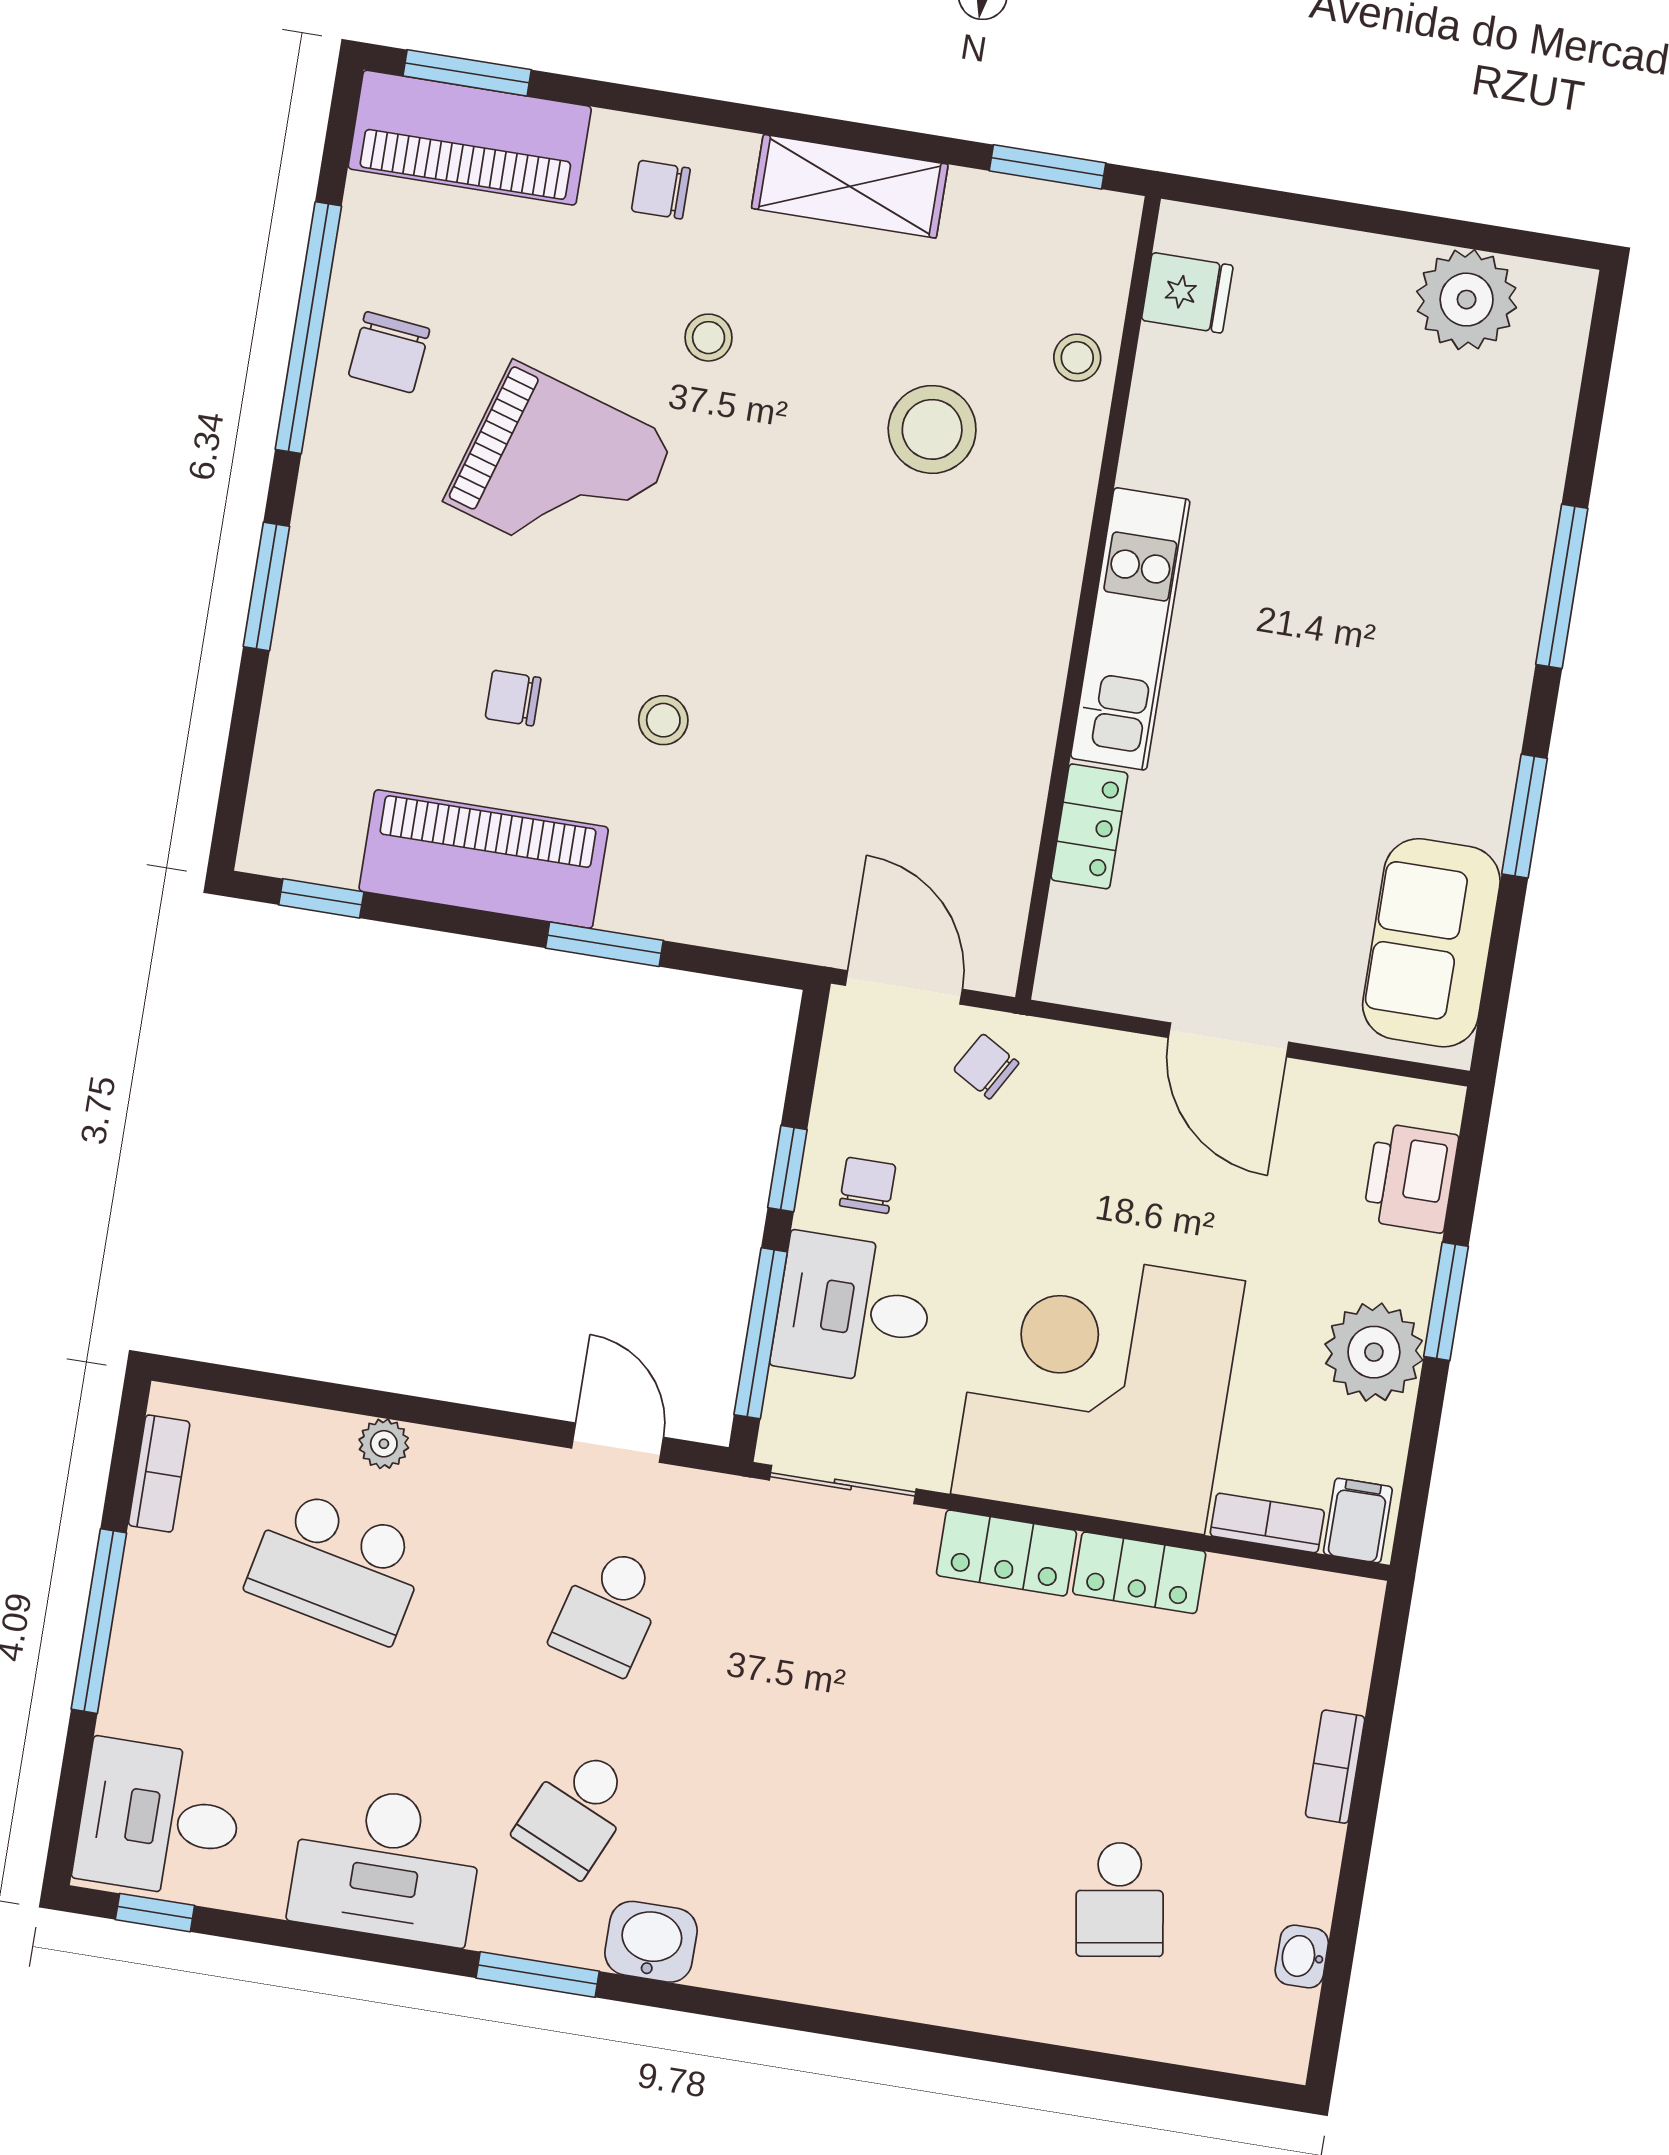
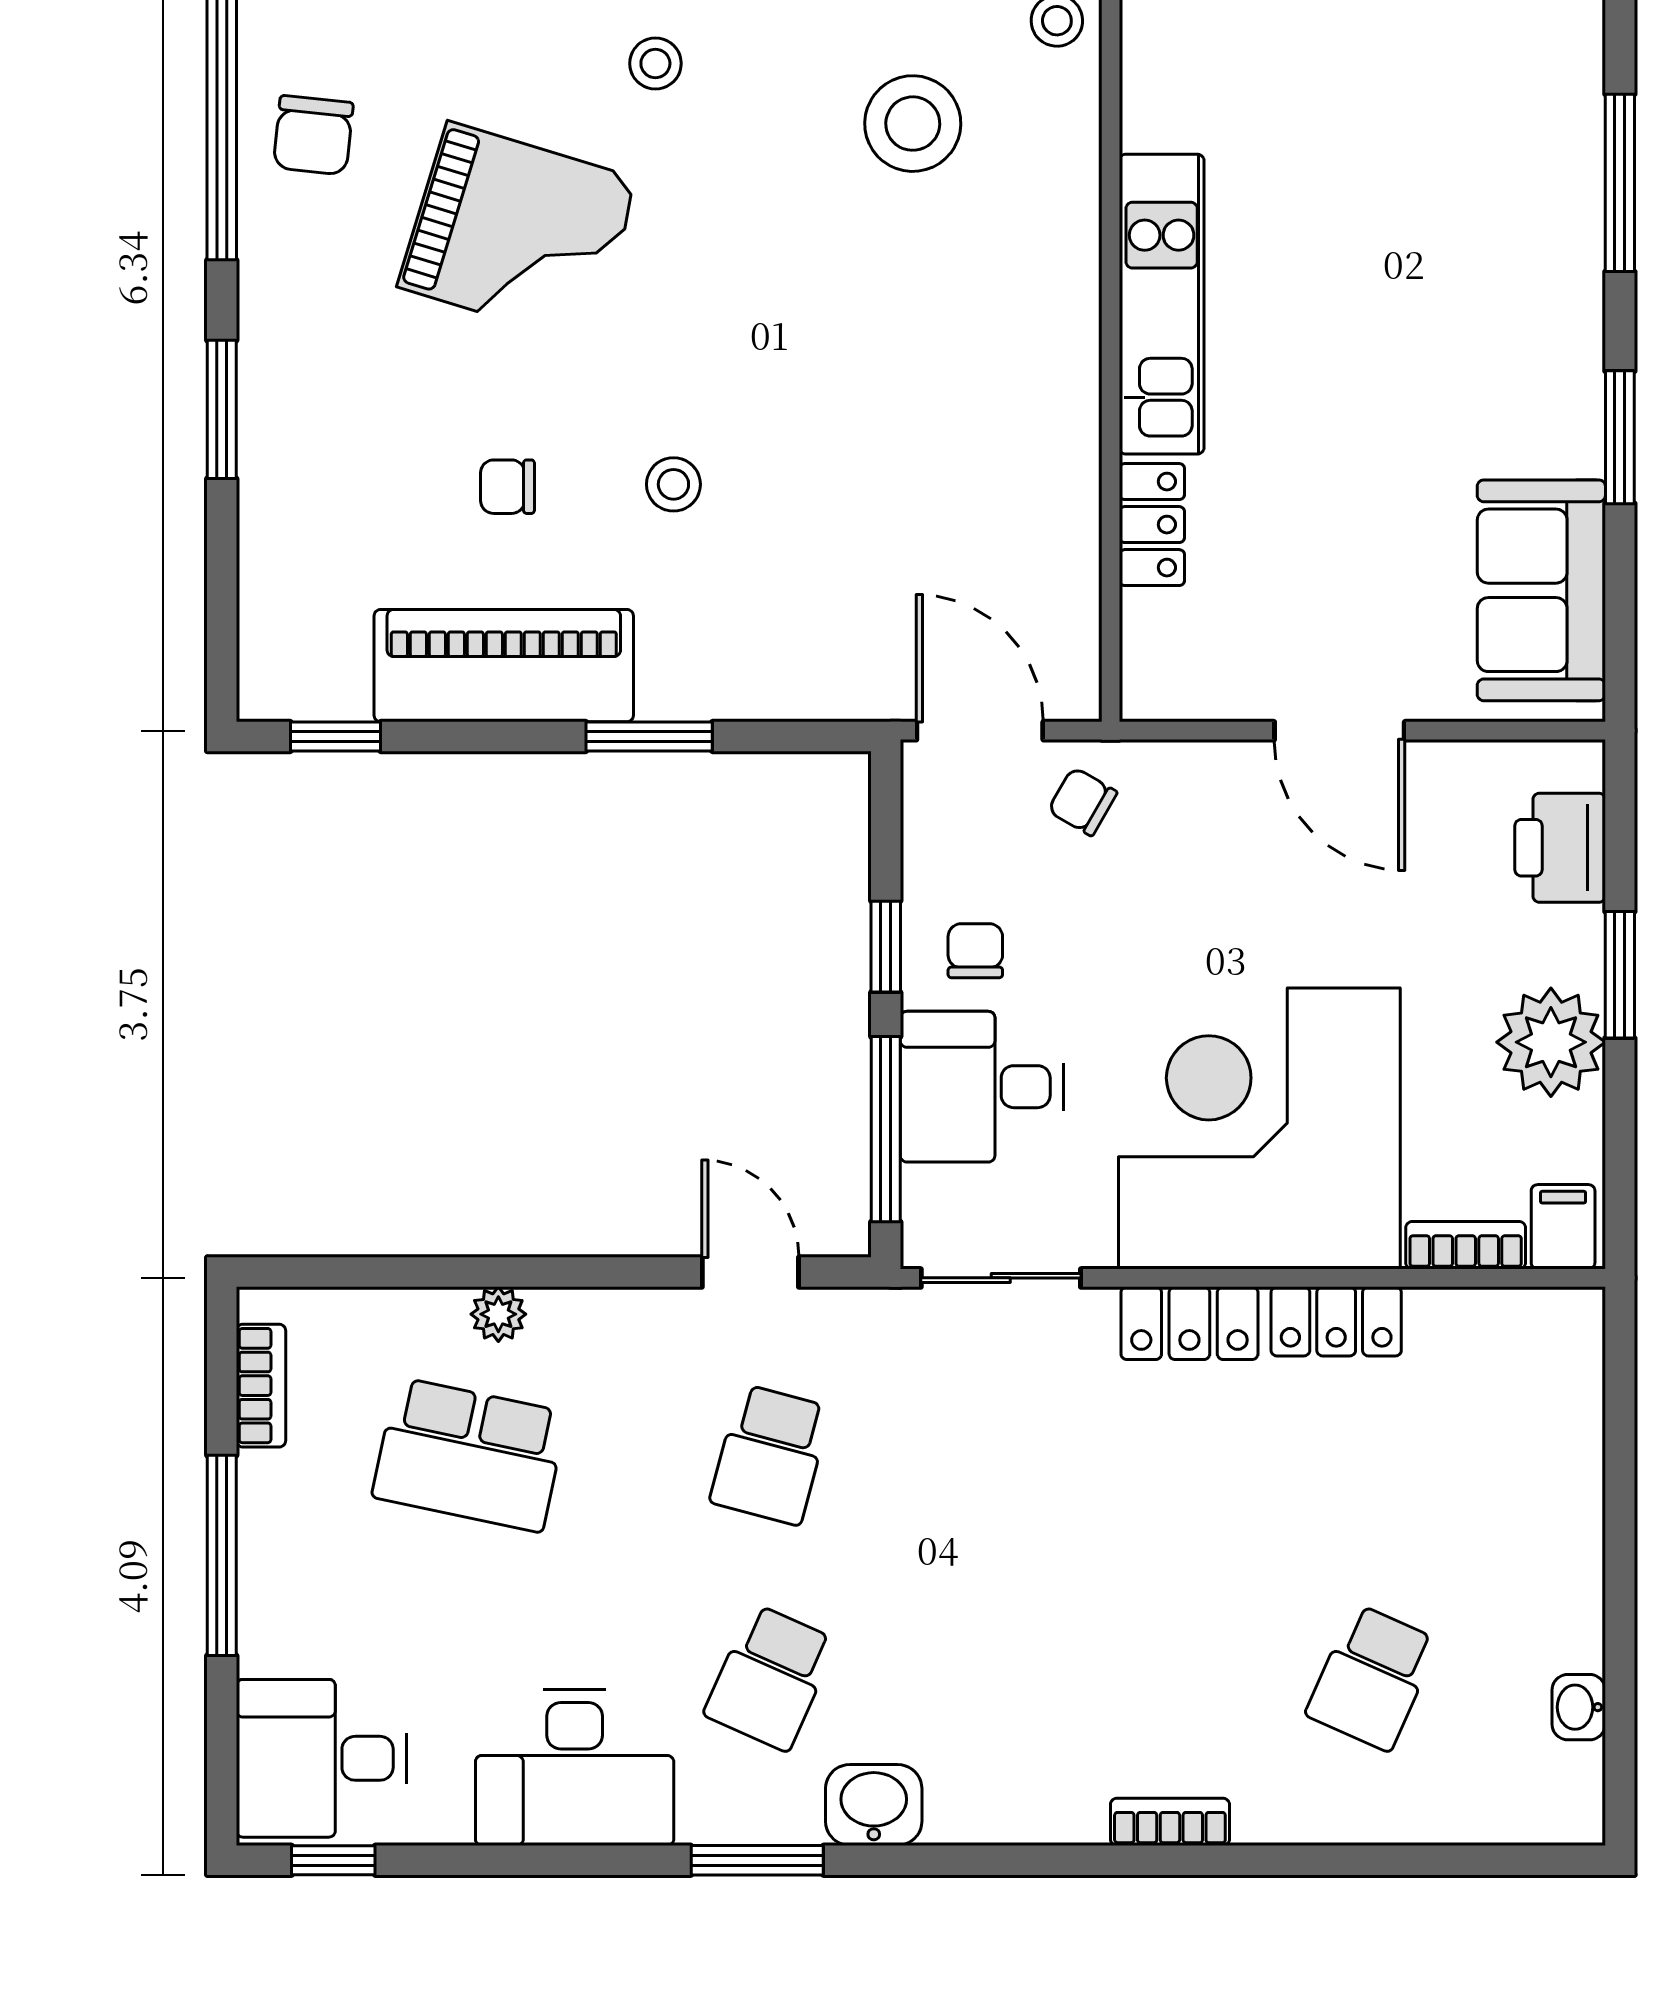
bookcase: (1335, 1767) -> (1170, 1822), moved, turned 90
school desk: (1120, 1900) -> (1372, 1678), turned 33

